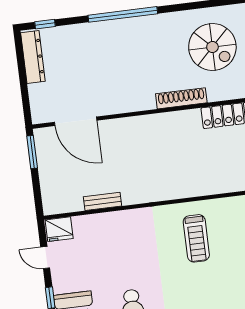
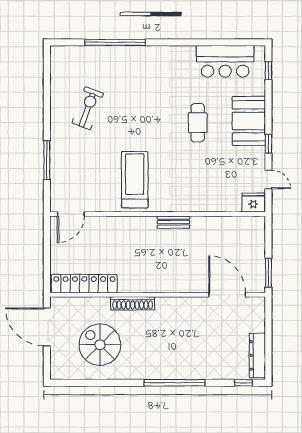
bench: (103, 201) -> (173, 222), moved
treadmill: (196, 238) -> (135, 180), width x1.37, depth x1.38

